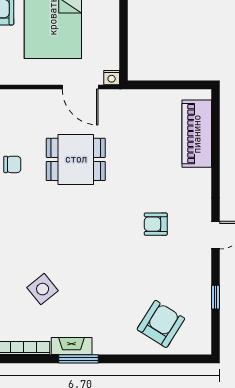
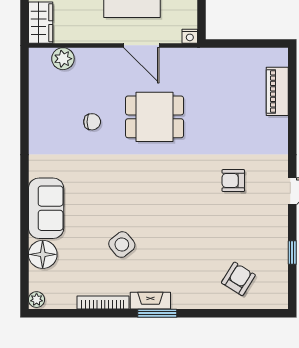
door: (80, 87) -> (141, 45), moved
piano: (197, 134) -> (277, 91), width x0.73, depth x0.75
armchair: (161, 324) -> (238, 279), width x0.72, depth x0.72

